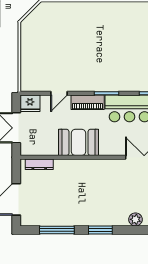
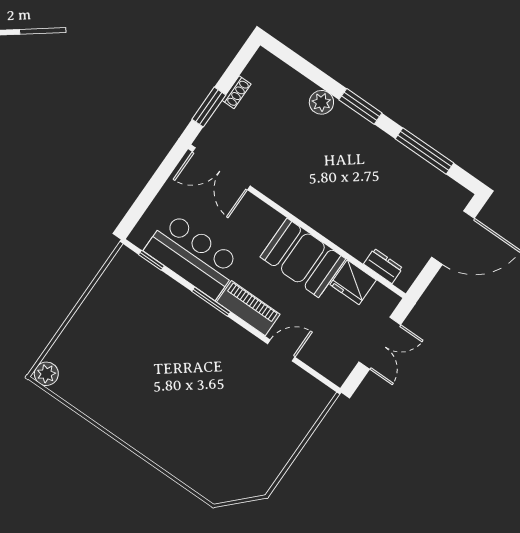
fridge: (30, 103) -> (353, 282), moved, turned 180
dresser: (39, 164) -> (383, 266), width x0.70
plant: (136, 219) -> (321, 102), moved

